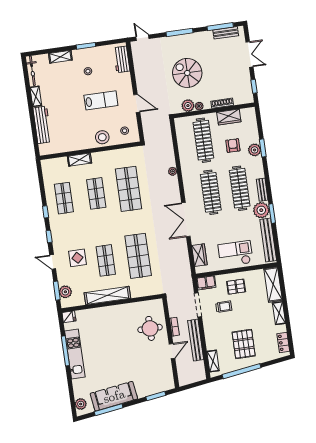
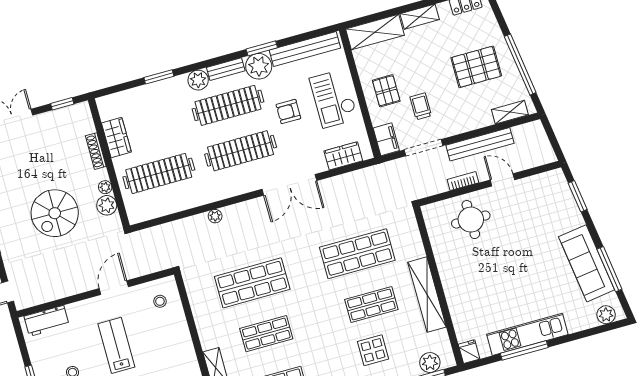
stool: (102, 137) -> (175, 336), removed
armchair: (233, 146) -> (288, 111), moved
plant: (255, 150) -> (198, 80), moved

